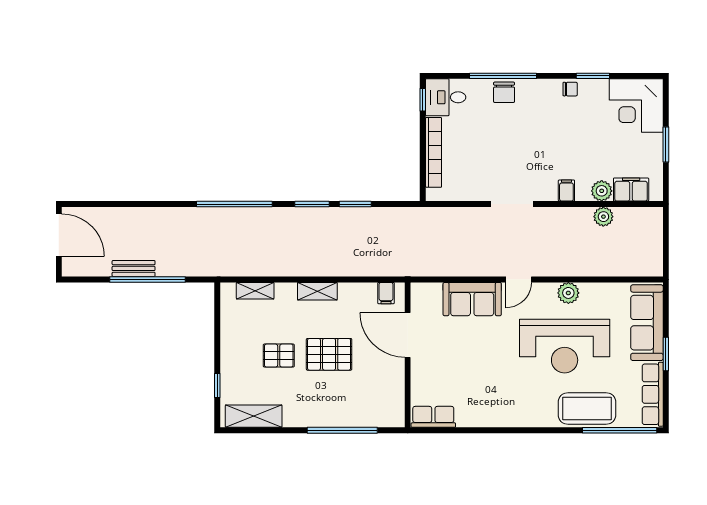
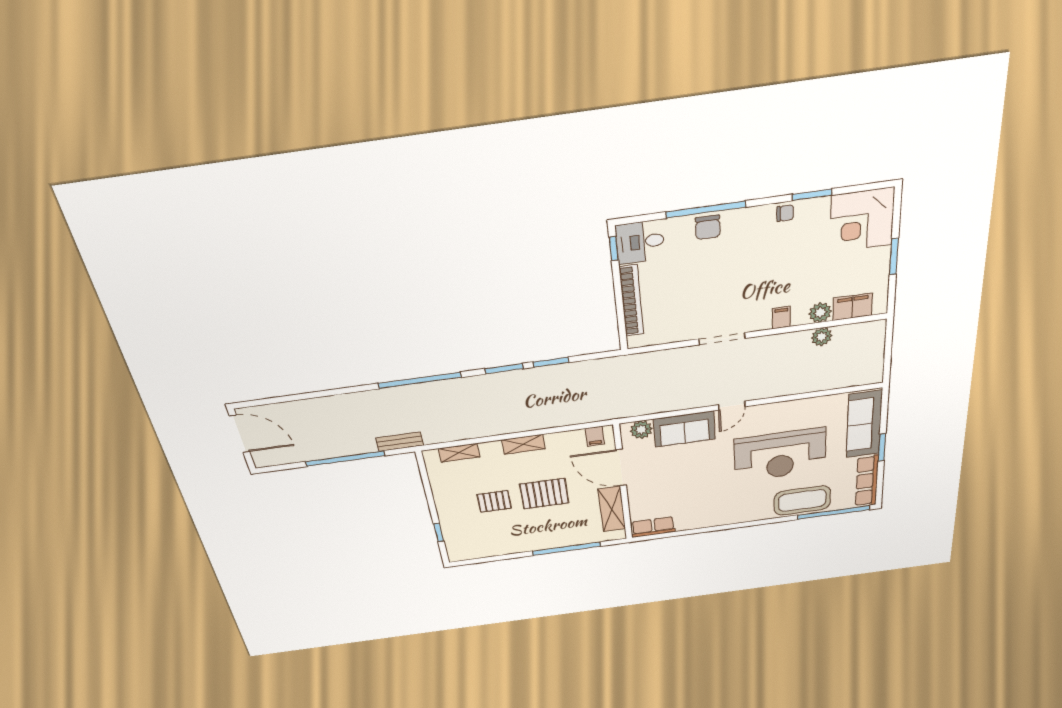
bench: (134, 268) -> (400, 442), moved
plant: (568, 293) -> (641, 430), moved
shelving: (254, 416) -> (612, 509), moved, turned 90

